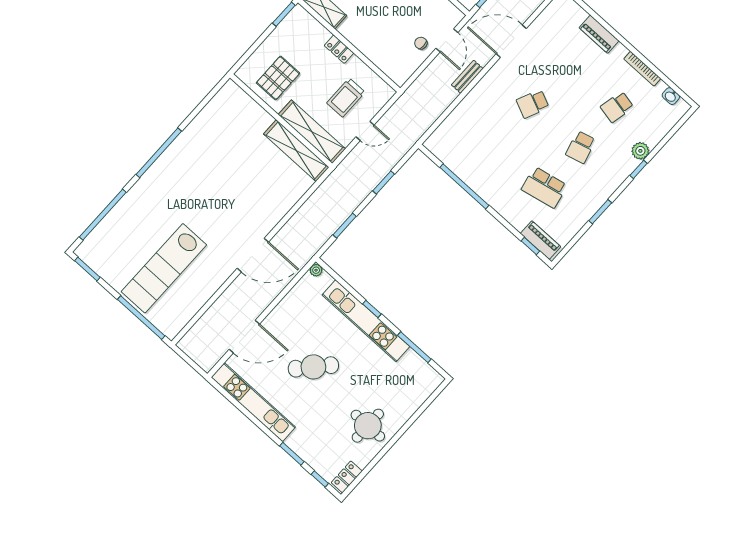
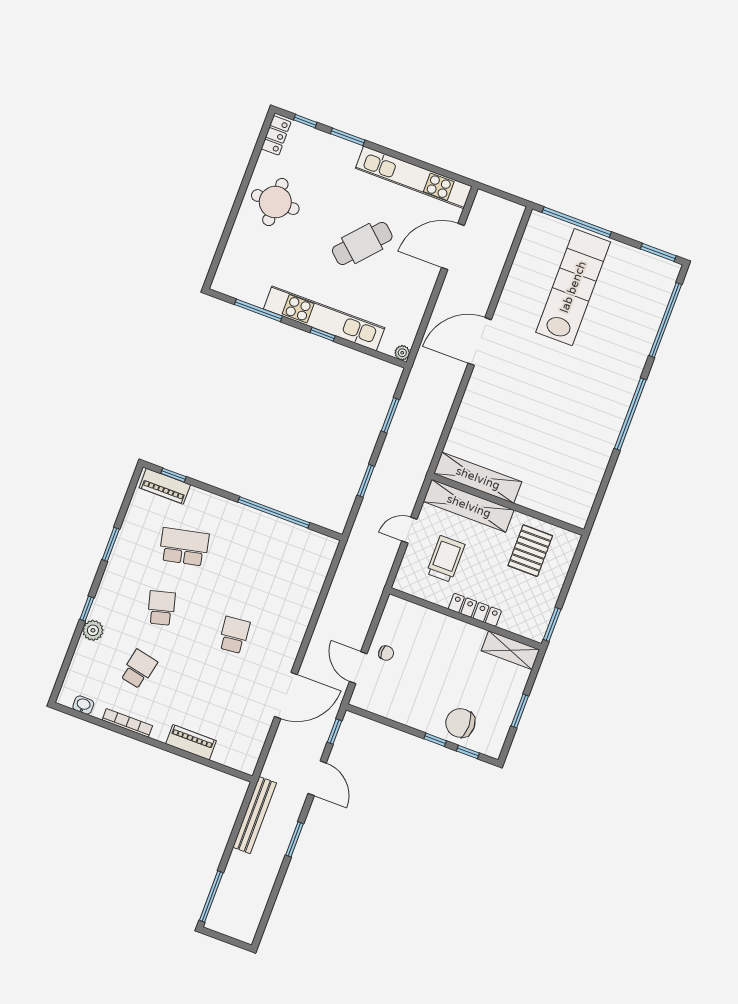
locker: (339, 49) -> (475, 610), width x1.53
bench: (467, 77) -> (319, 636), removed
school desk: (533, 104) -> (234, 635), turned -30

